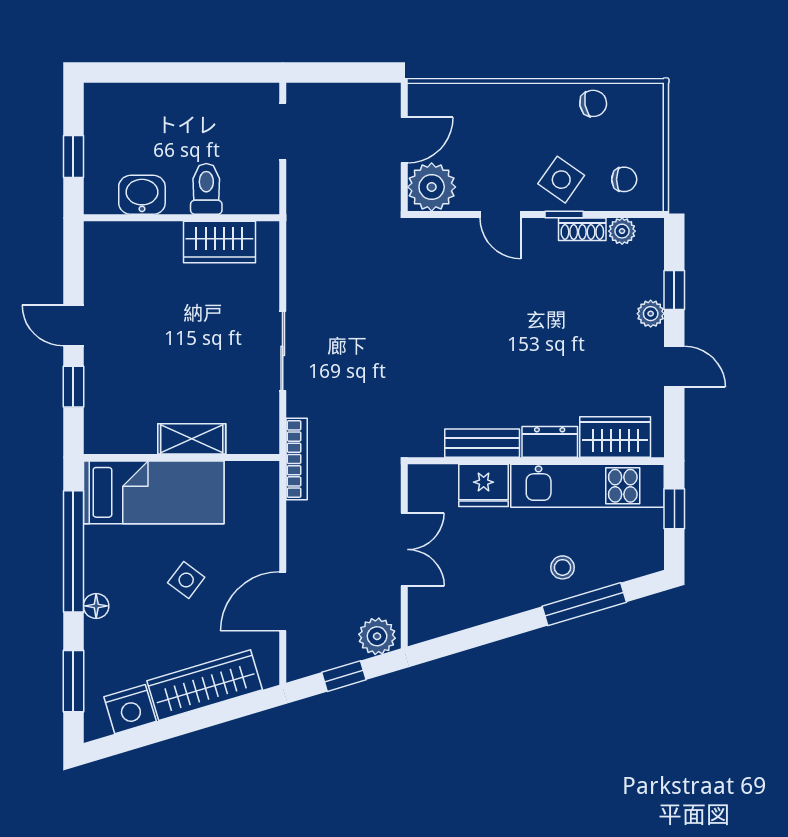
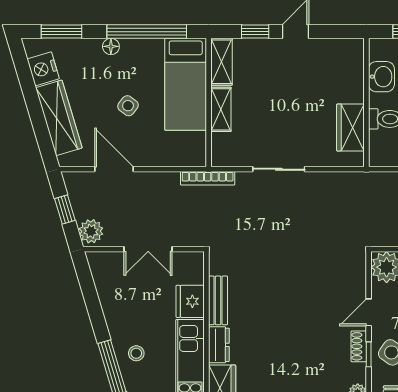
shoe rack: (582, 229) -> (359, 346), moved
shelving: (119, 438) -> (221, 62), added

